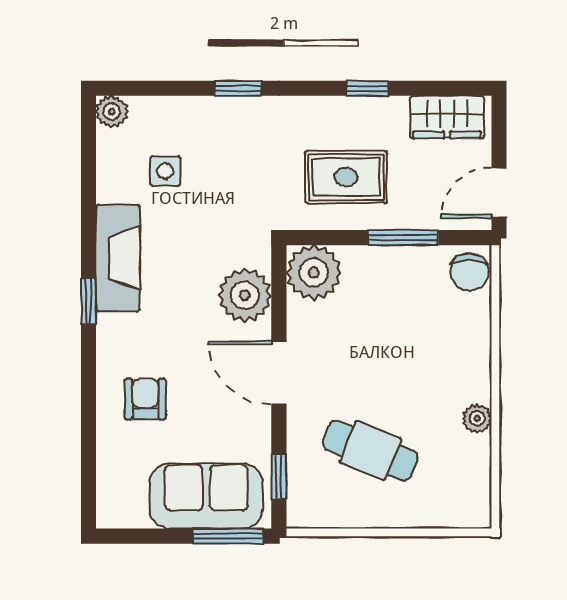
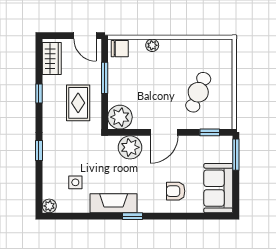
plant: (477, 418) -> (152, 45), moved
sofa: (206, 496) -> (218, 188), moved

